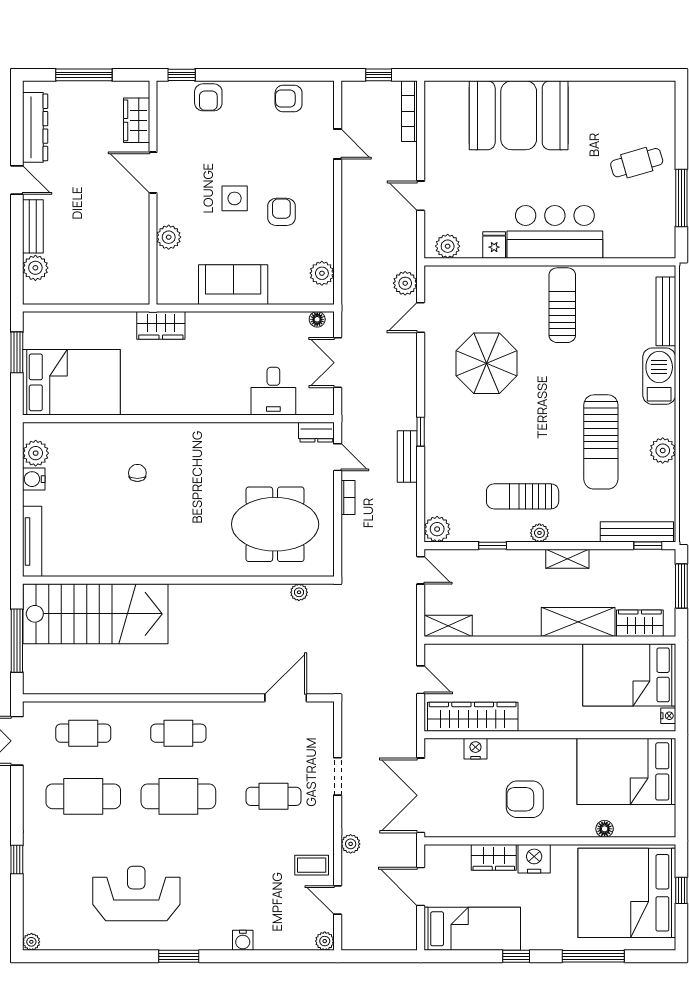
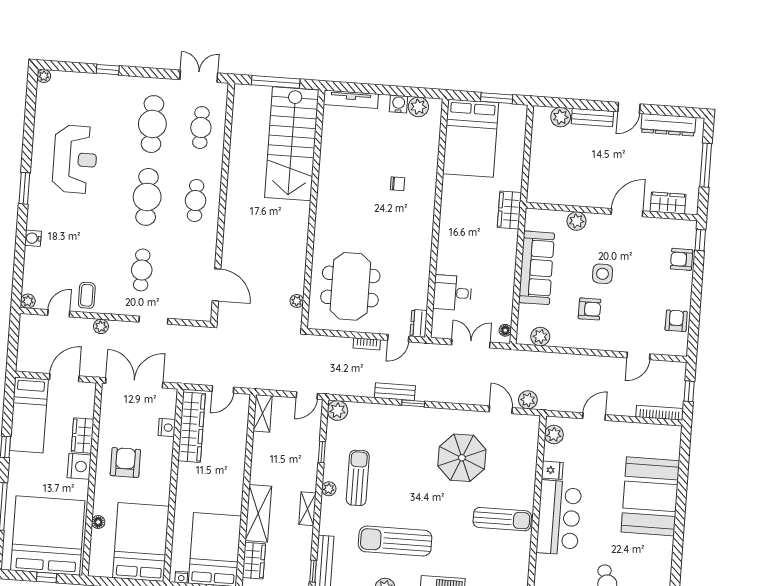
sofa: (233, 285) -> (537, 268), width x1.36

